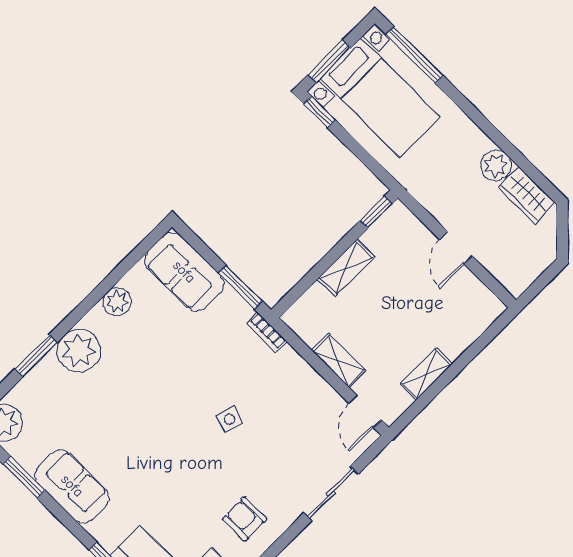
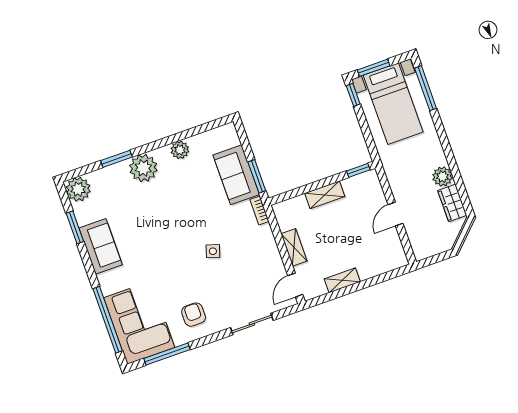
sofa: (184, 272) -> (236, 175), moved

